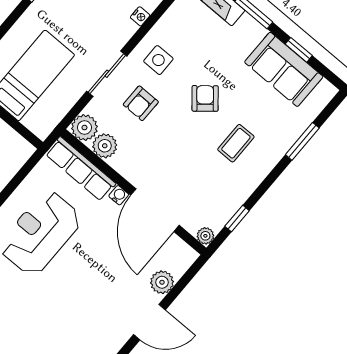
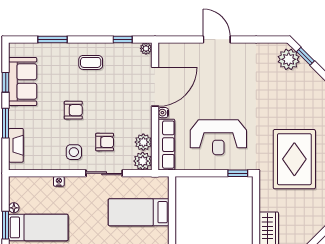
armchair: (205, 98) -> (73, 110), turned -140
coffee table: (236, 143) -> (91, 62), moved
plant: (162, 282) -> (190, 51), removed

